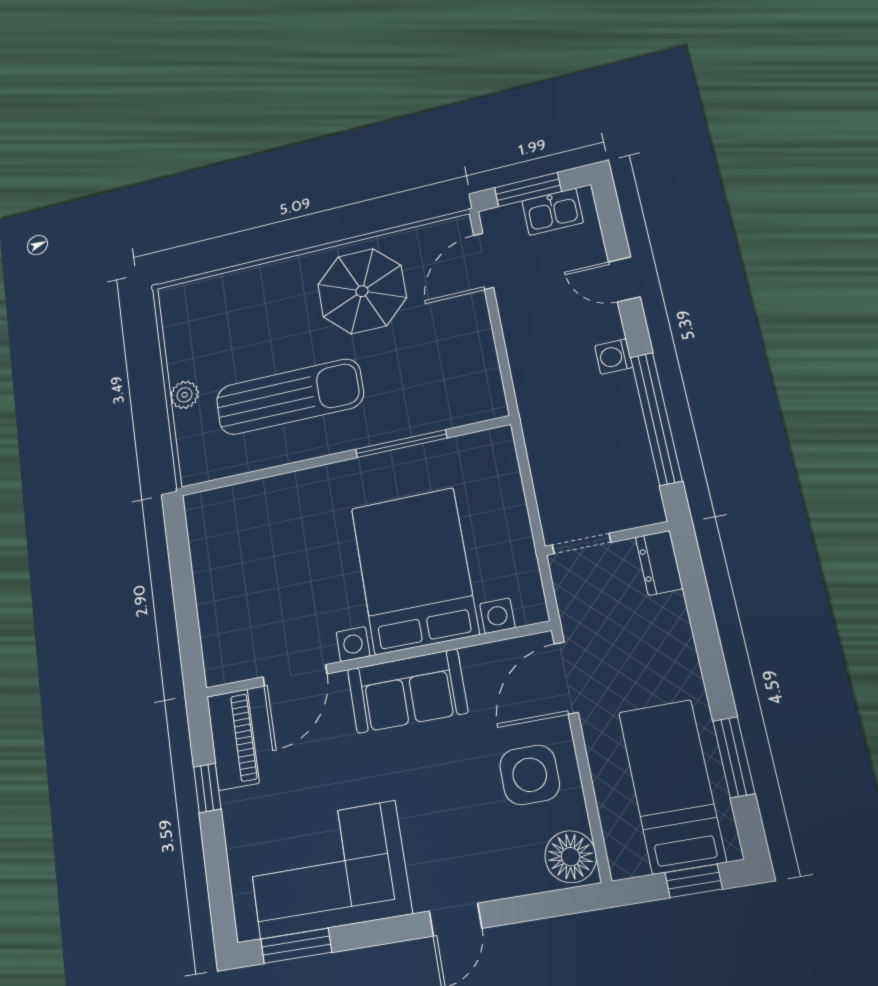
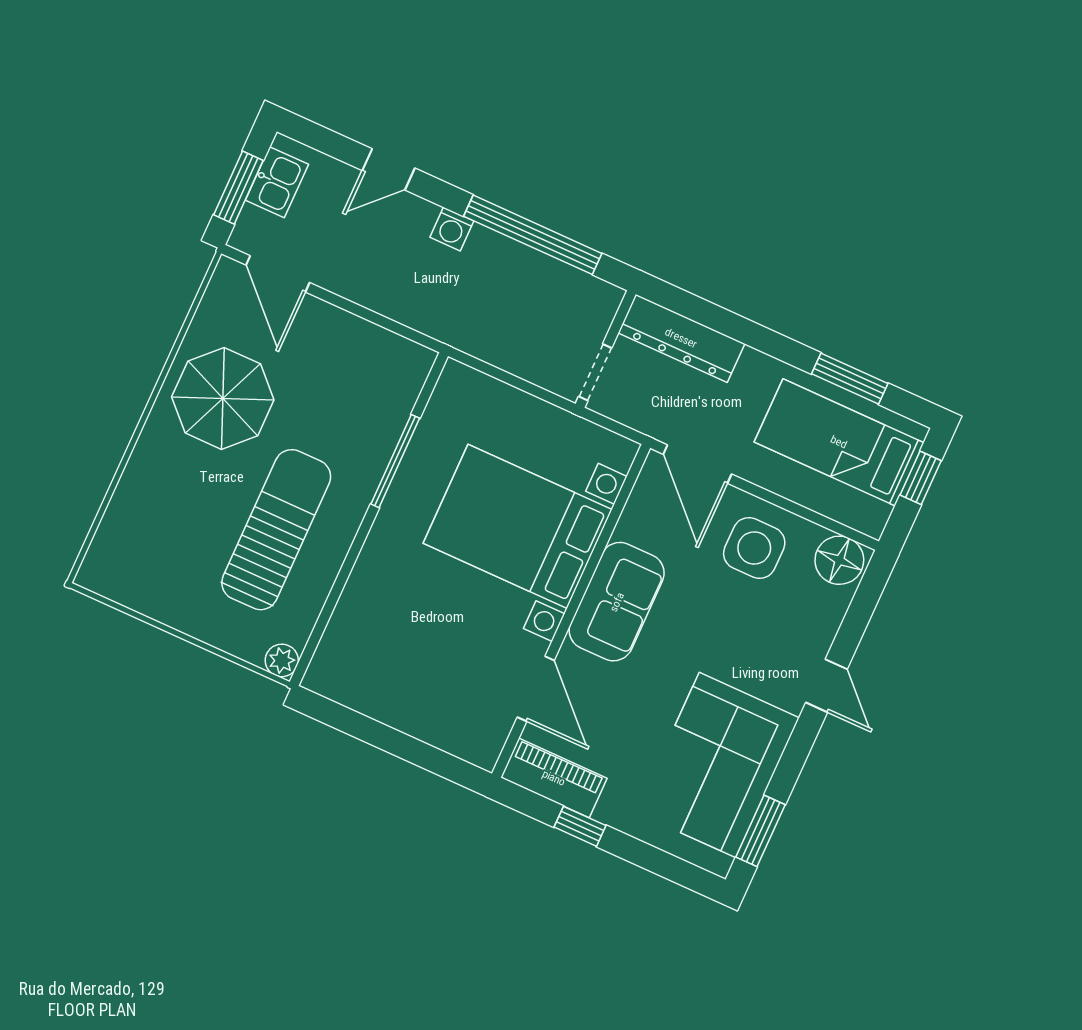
plant: (185, 395) -> (282, 660), moved
dresser: (659, 563) -> (681, 338), width x1.96, depth x1.24

